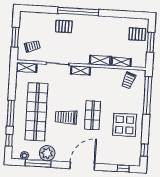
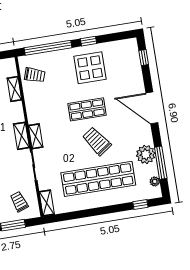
shelving: (100, 60) -> (21, 136), moved
window: (11, 113) -> (107, 210), removed
trolley: (66, 117) -> (97, 141), turned 145
window: (144, 150) -> (89, 41), moved

